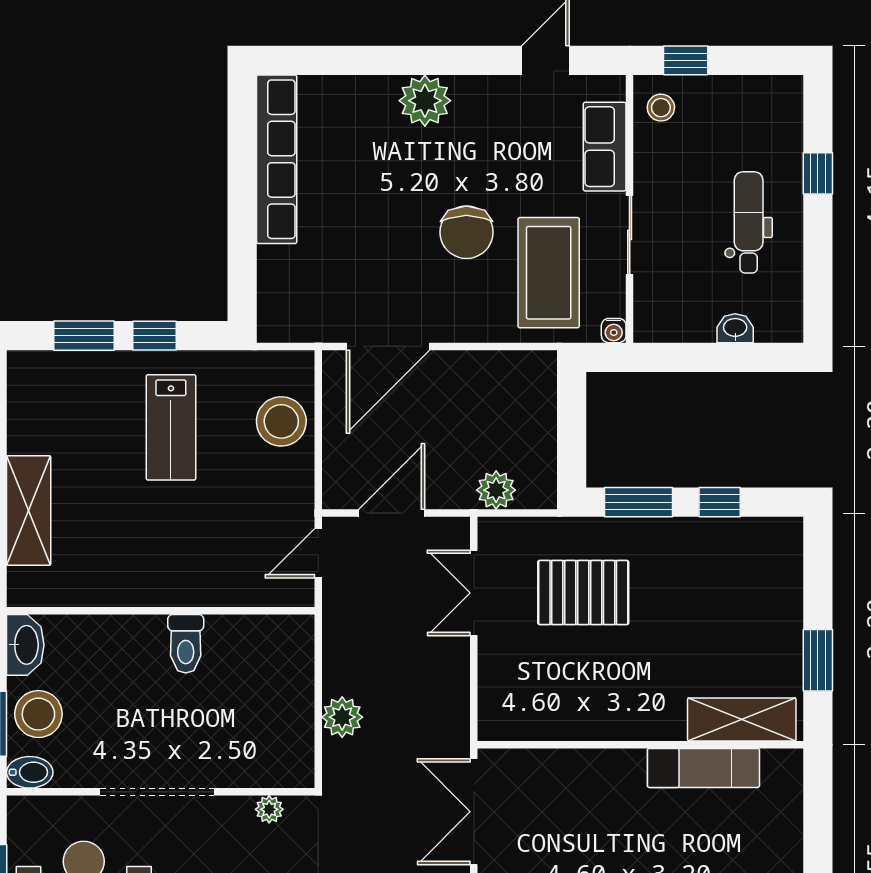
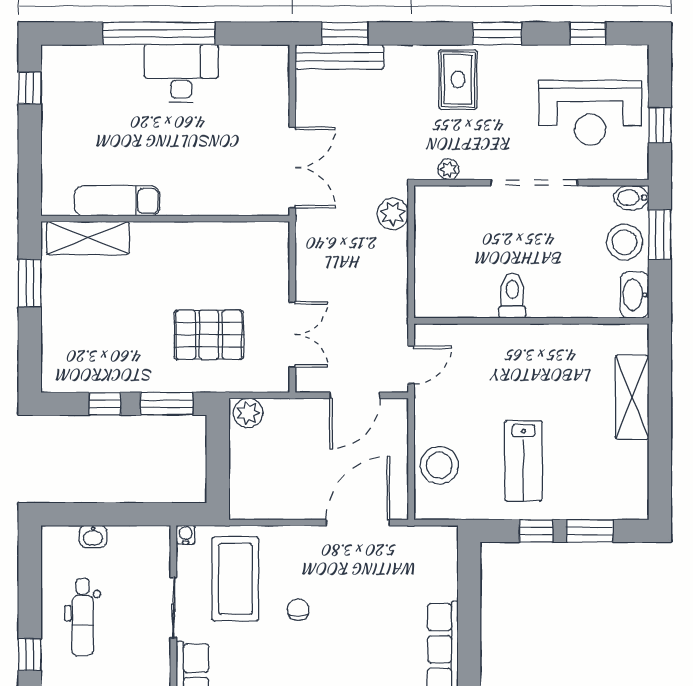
chair: (466, 232) -> (298, 610), width x0.54, depth x0.54
lab bench: (171, 427) -> (523, 461), turned 180
plant: (496, 490) -> (248, 413), moved
plant: (342, 717) -> (393, 214), moved

